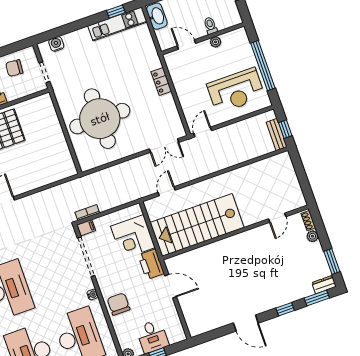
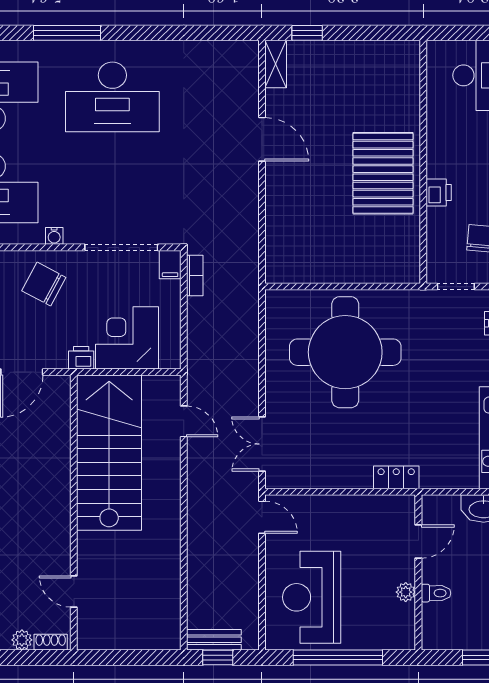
locker: (161, 82) -> (396, 477), moved
printer: (151, 264) -> (81, 358), width x0.53, depth x0.68
chair: (119, 304) -> (44, 284), moved, turned -152

